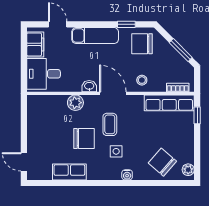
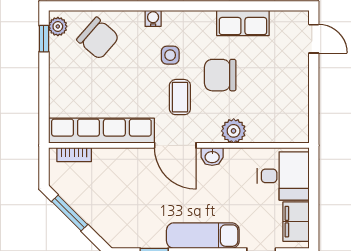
chair: (142, 44) -> (130, 223), removed
stool: (142, 80) -> (130, 166), removed
row of seats: (169, 103) -> (101, 131), width x1.36
window: (197, 115) -> (44, 39), moved

